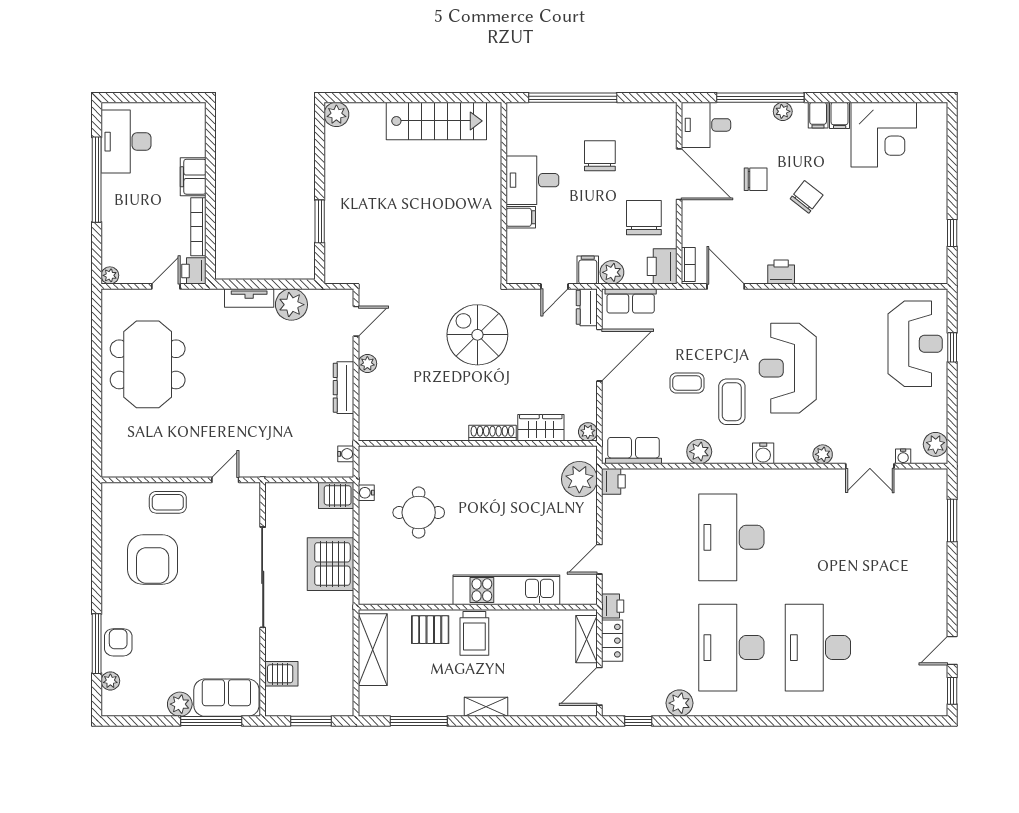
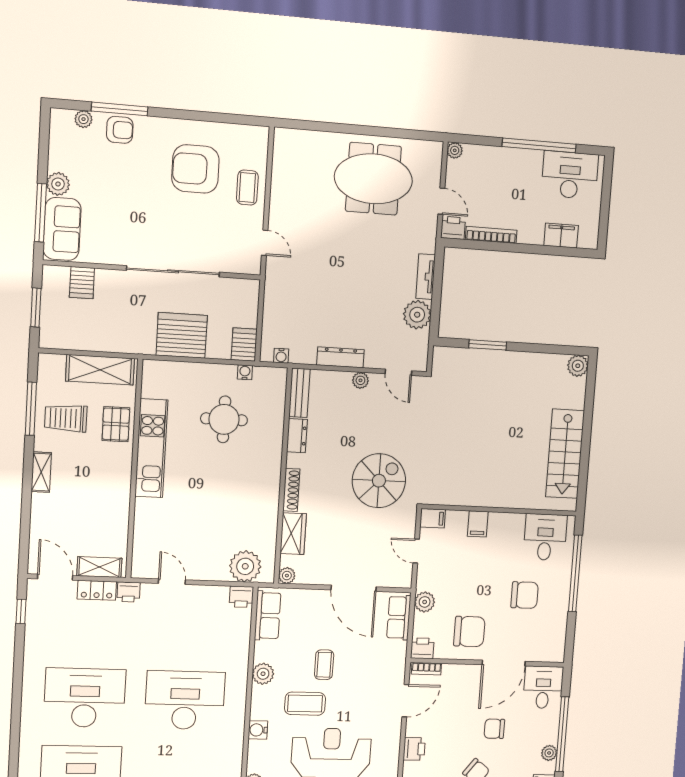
filing cabinet: (193, 177) -> (561, 236), moved
chair: (756, 179) -> (494, 729), turned 90
desk: (532, 180) -> (545, 537), moved
printer: (662, 266) -> (422, 648), width x0.73, depth x0.81
filing cabinet: (588, 270) -> (433, 518), moved
dresser: (587, 307) -> (297, 436), moved, turned 90
bench: (385, 431) -> (299, 393), added
kitchen unit: (506, 590) -> (151, 448), moved
trolley: (474, 633) -> (66, 418), moved
plant: (679, 703) -> (36, 650), removed

